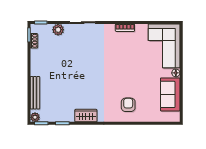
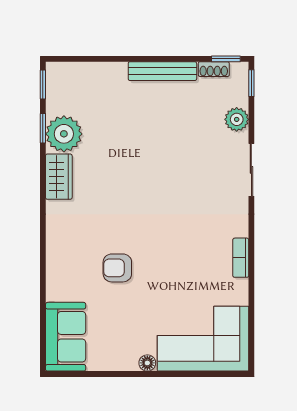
bench: (35, 93) -> (162, 71), moved
sofa: (170, 94) -> (66, 337), moved, turned 90
armchair: (128, 105) -> (117, 268), moved, turned 180
plant: (35, 117) -> (64, 134), moved, width x1.87, depth x1.87

